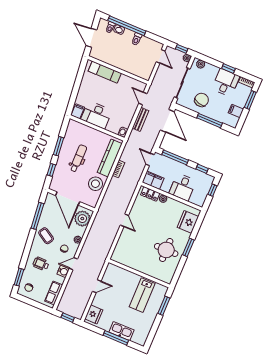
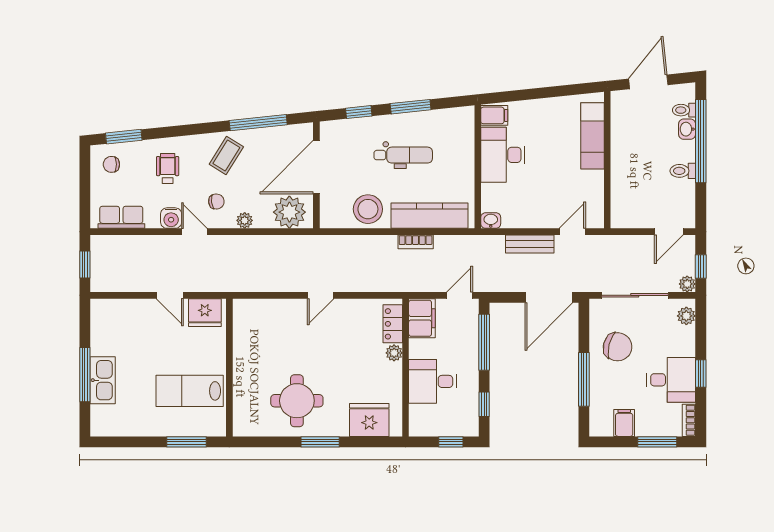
fridge: (94, 314) -> (205, 313), moved

